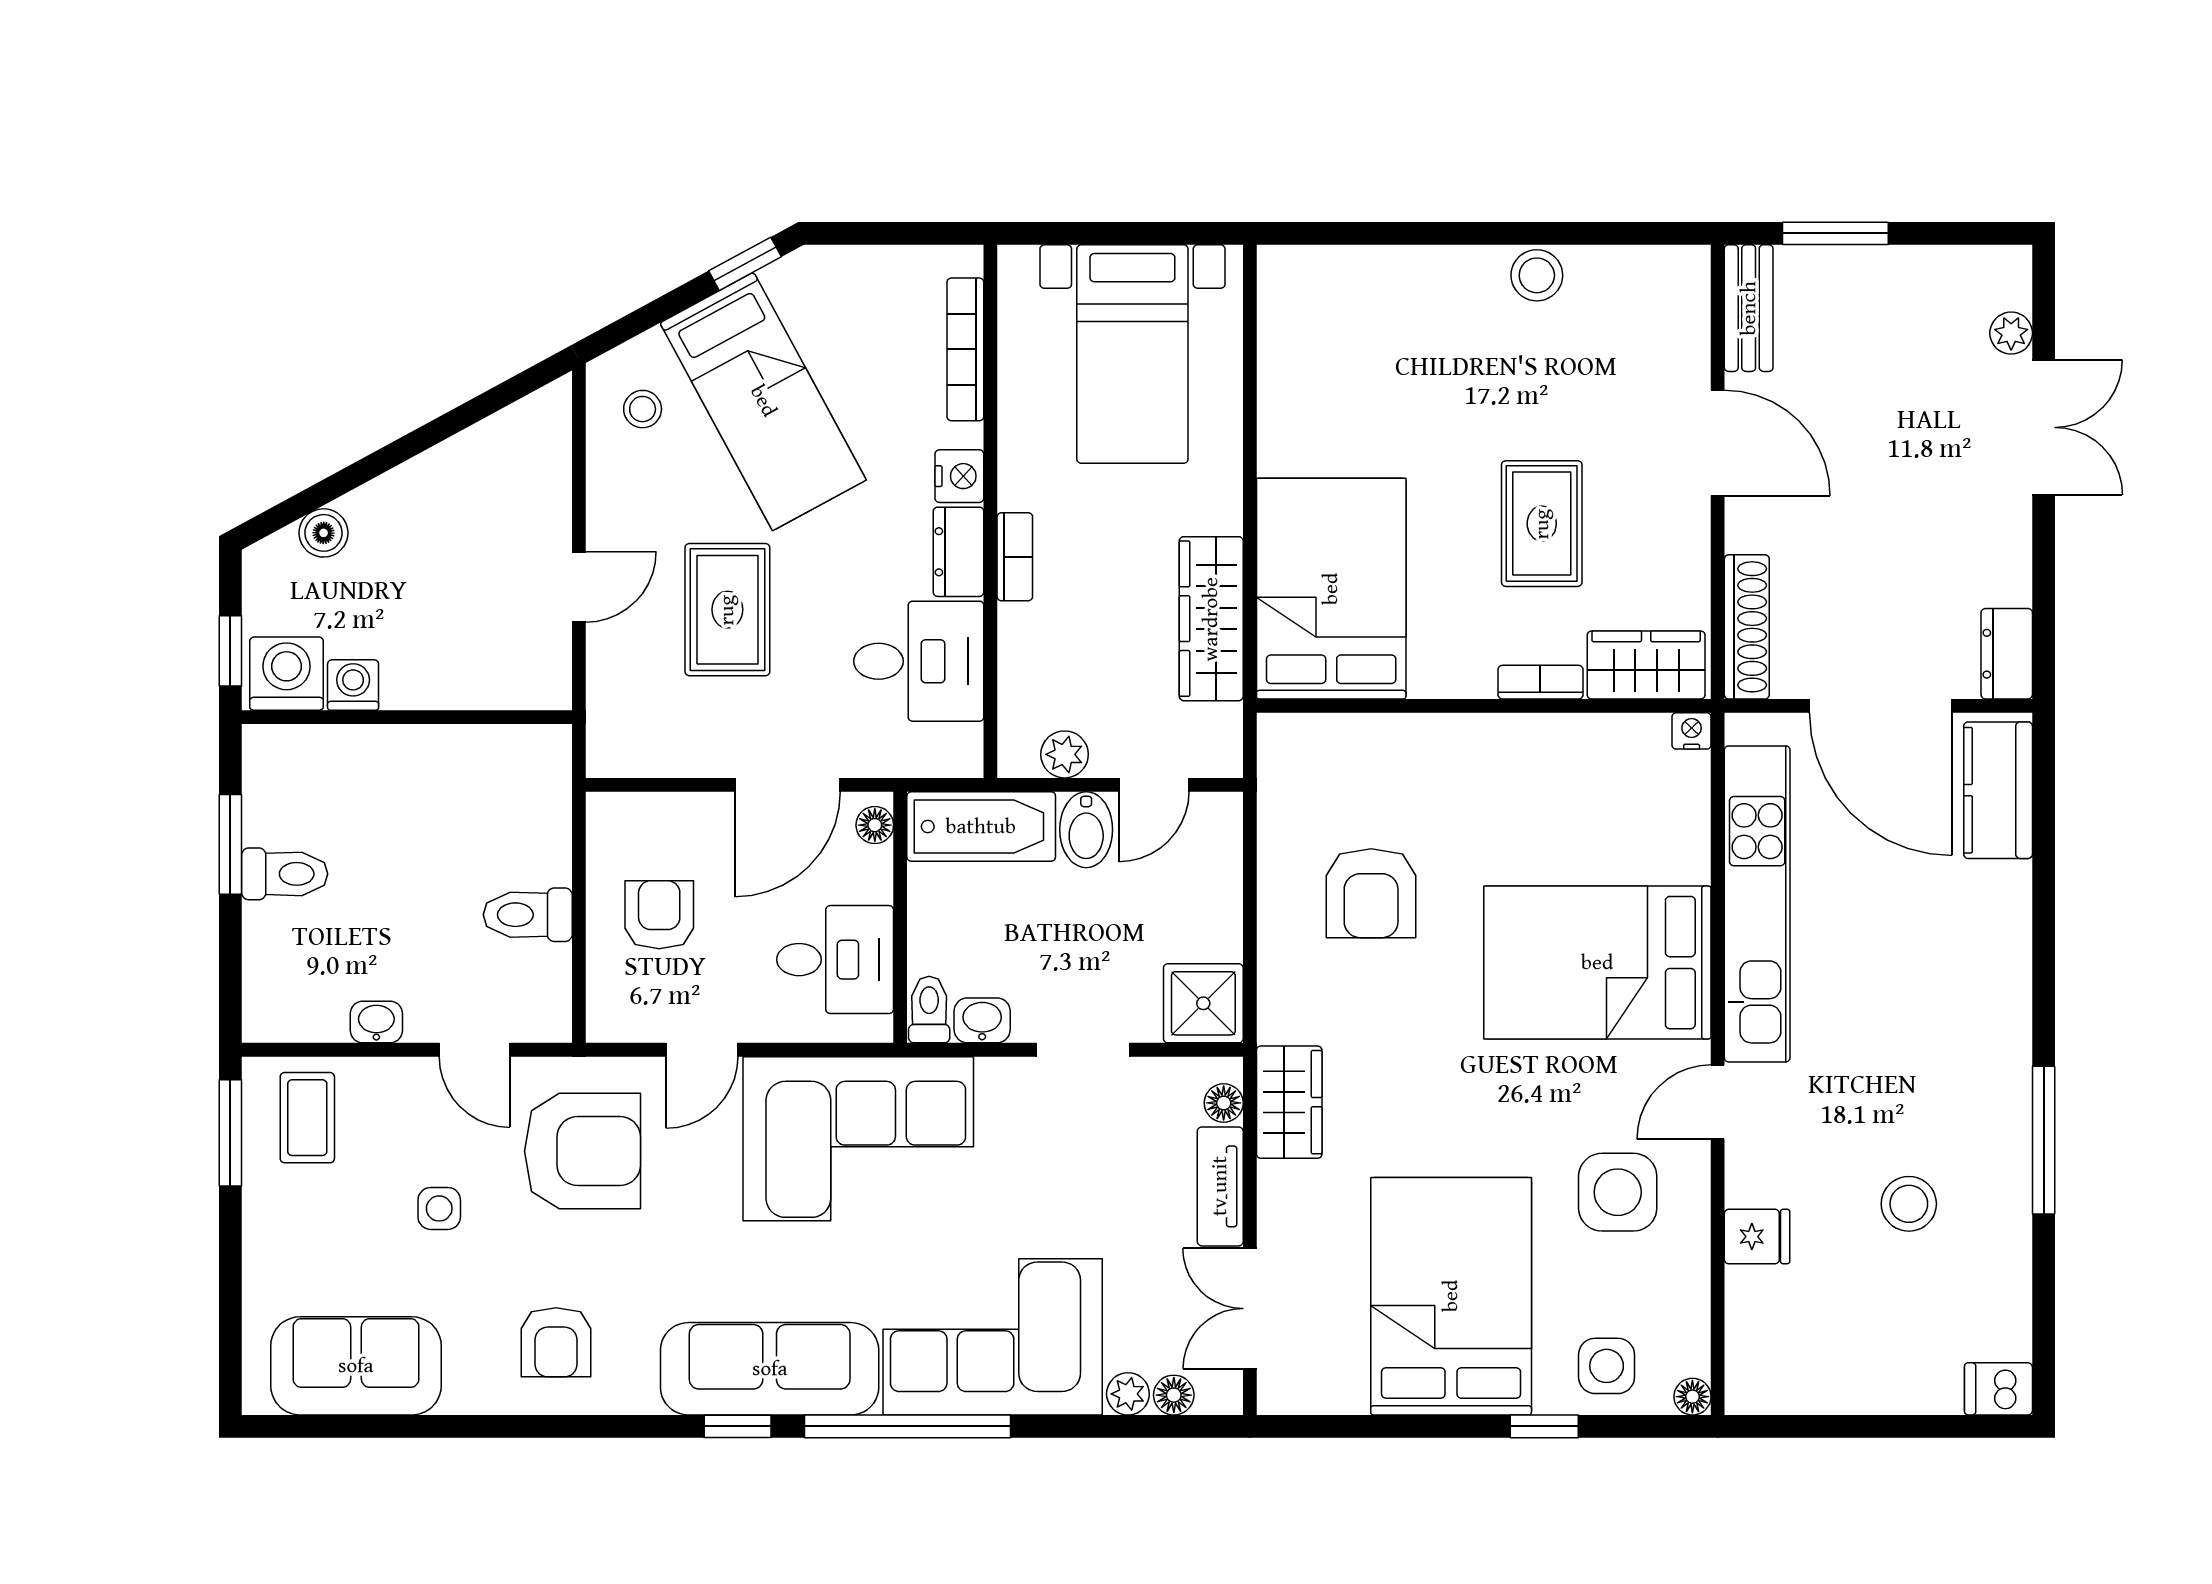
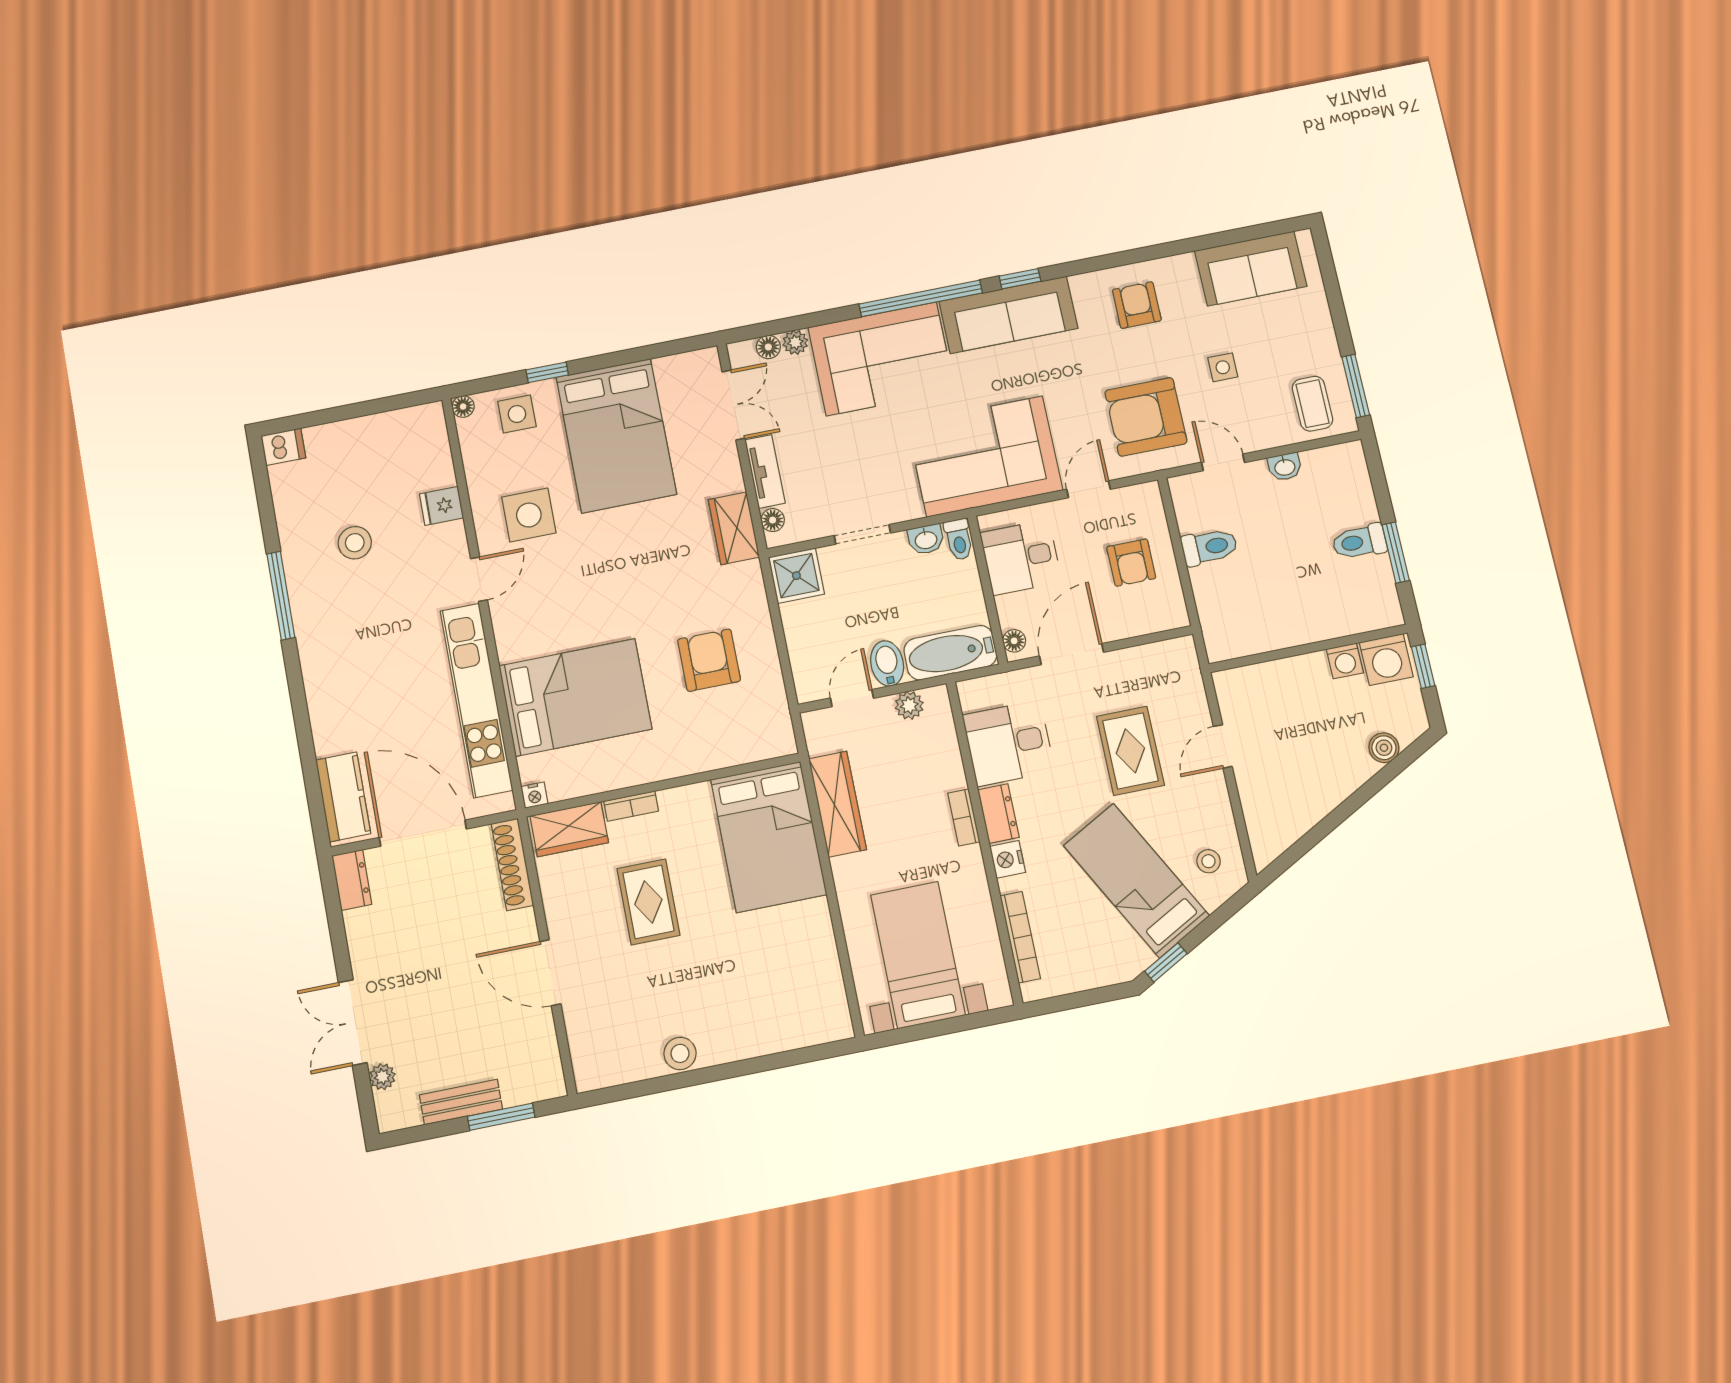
bench: (1749, 308) -> (461, 1102), moved, turned 90
bed: (1597, 963) -> (575, 697), moved

